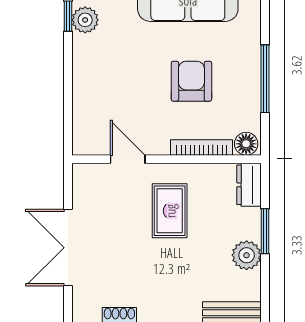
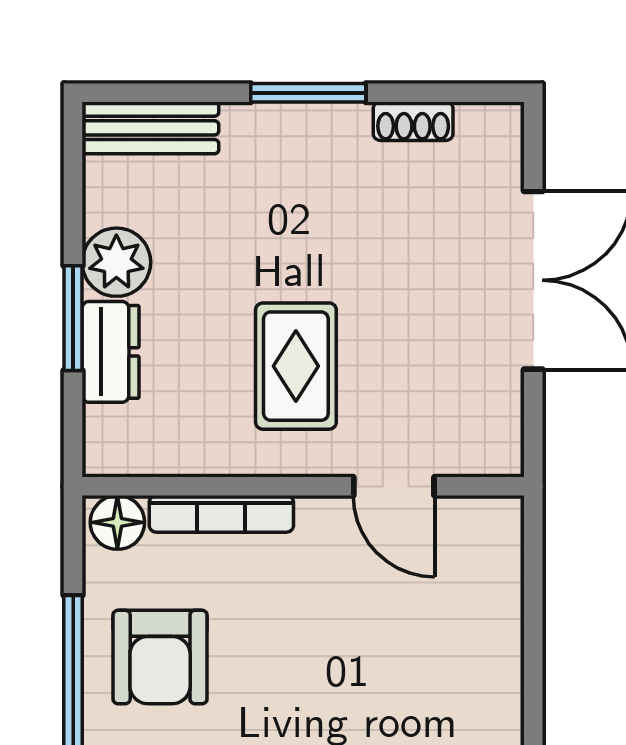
armchair: (191, 81) -> (160, 657), moved
dresser: (249, 185) -> (111, 352), moved

